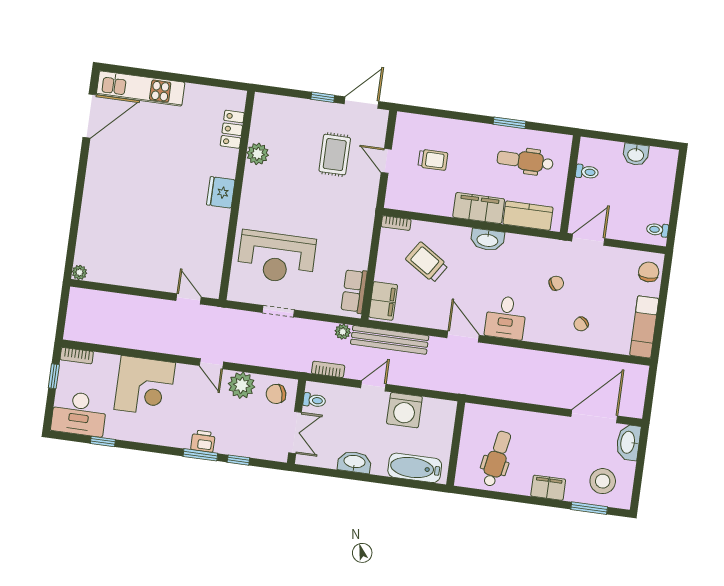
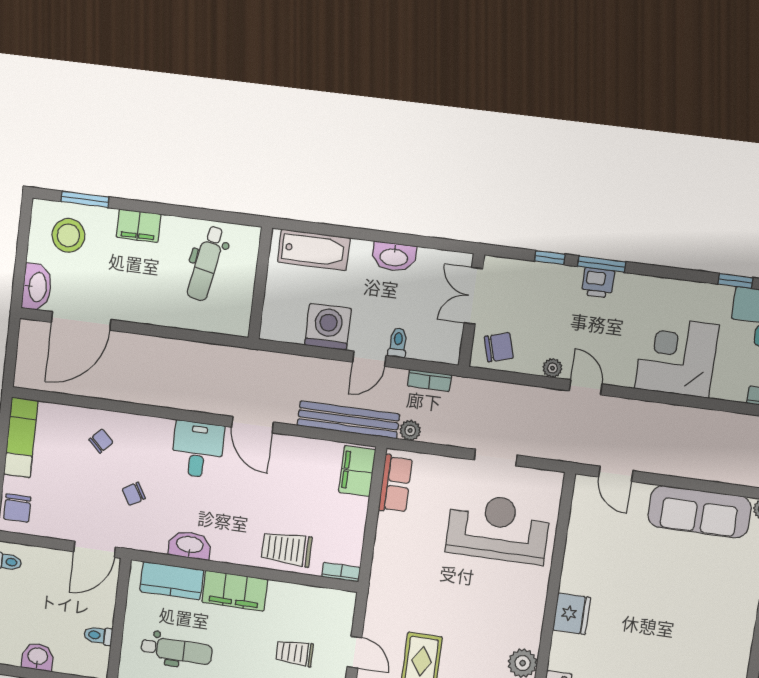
washbasin: (487, 240) -> (190, 545), moved
trolley: (427, 262) -> (287, 549), moved, turned 147
sofa: (127, 270) -> (699, 512), added
plant: (242, 385) -> (552, 368), width x0.53, depth x0.53
toilet: (314, 400) -> (398, 343), moved, turned 90

